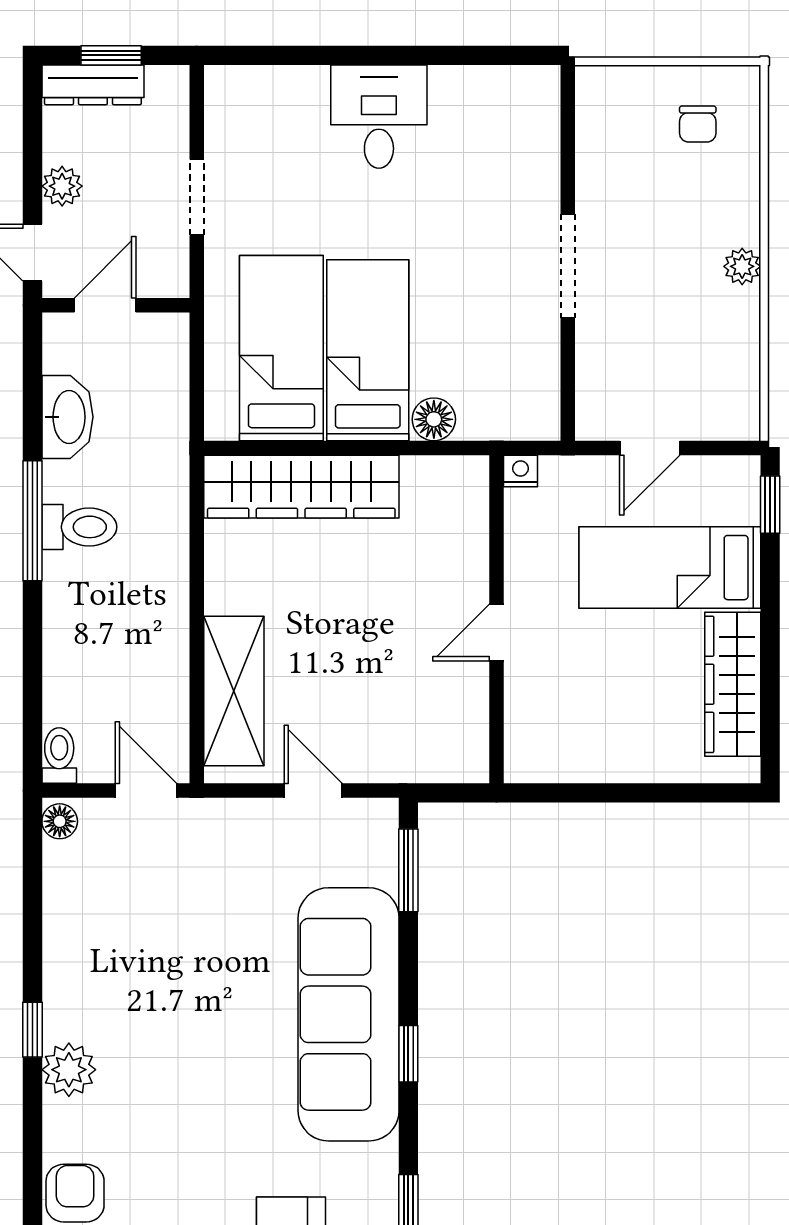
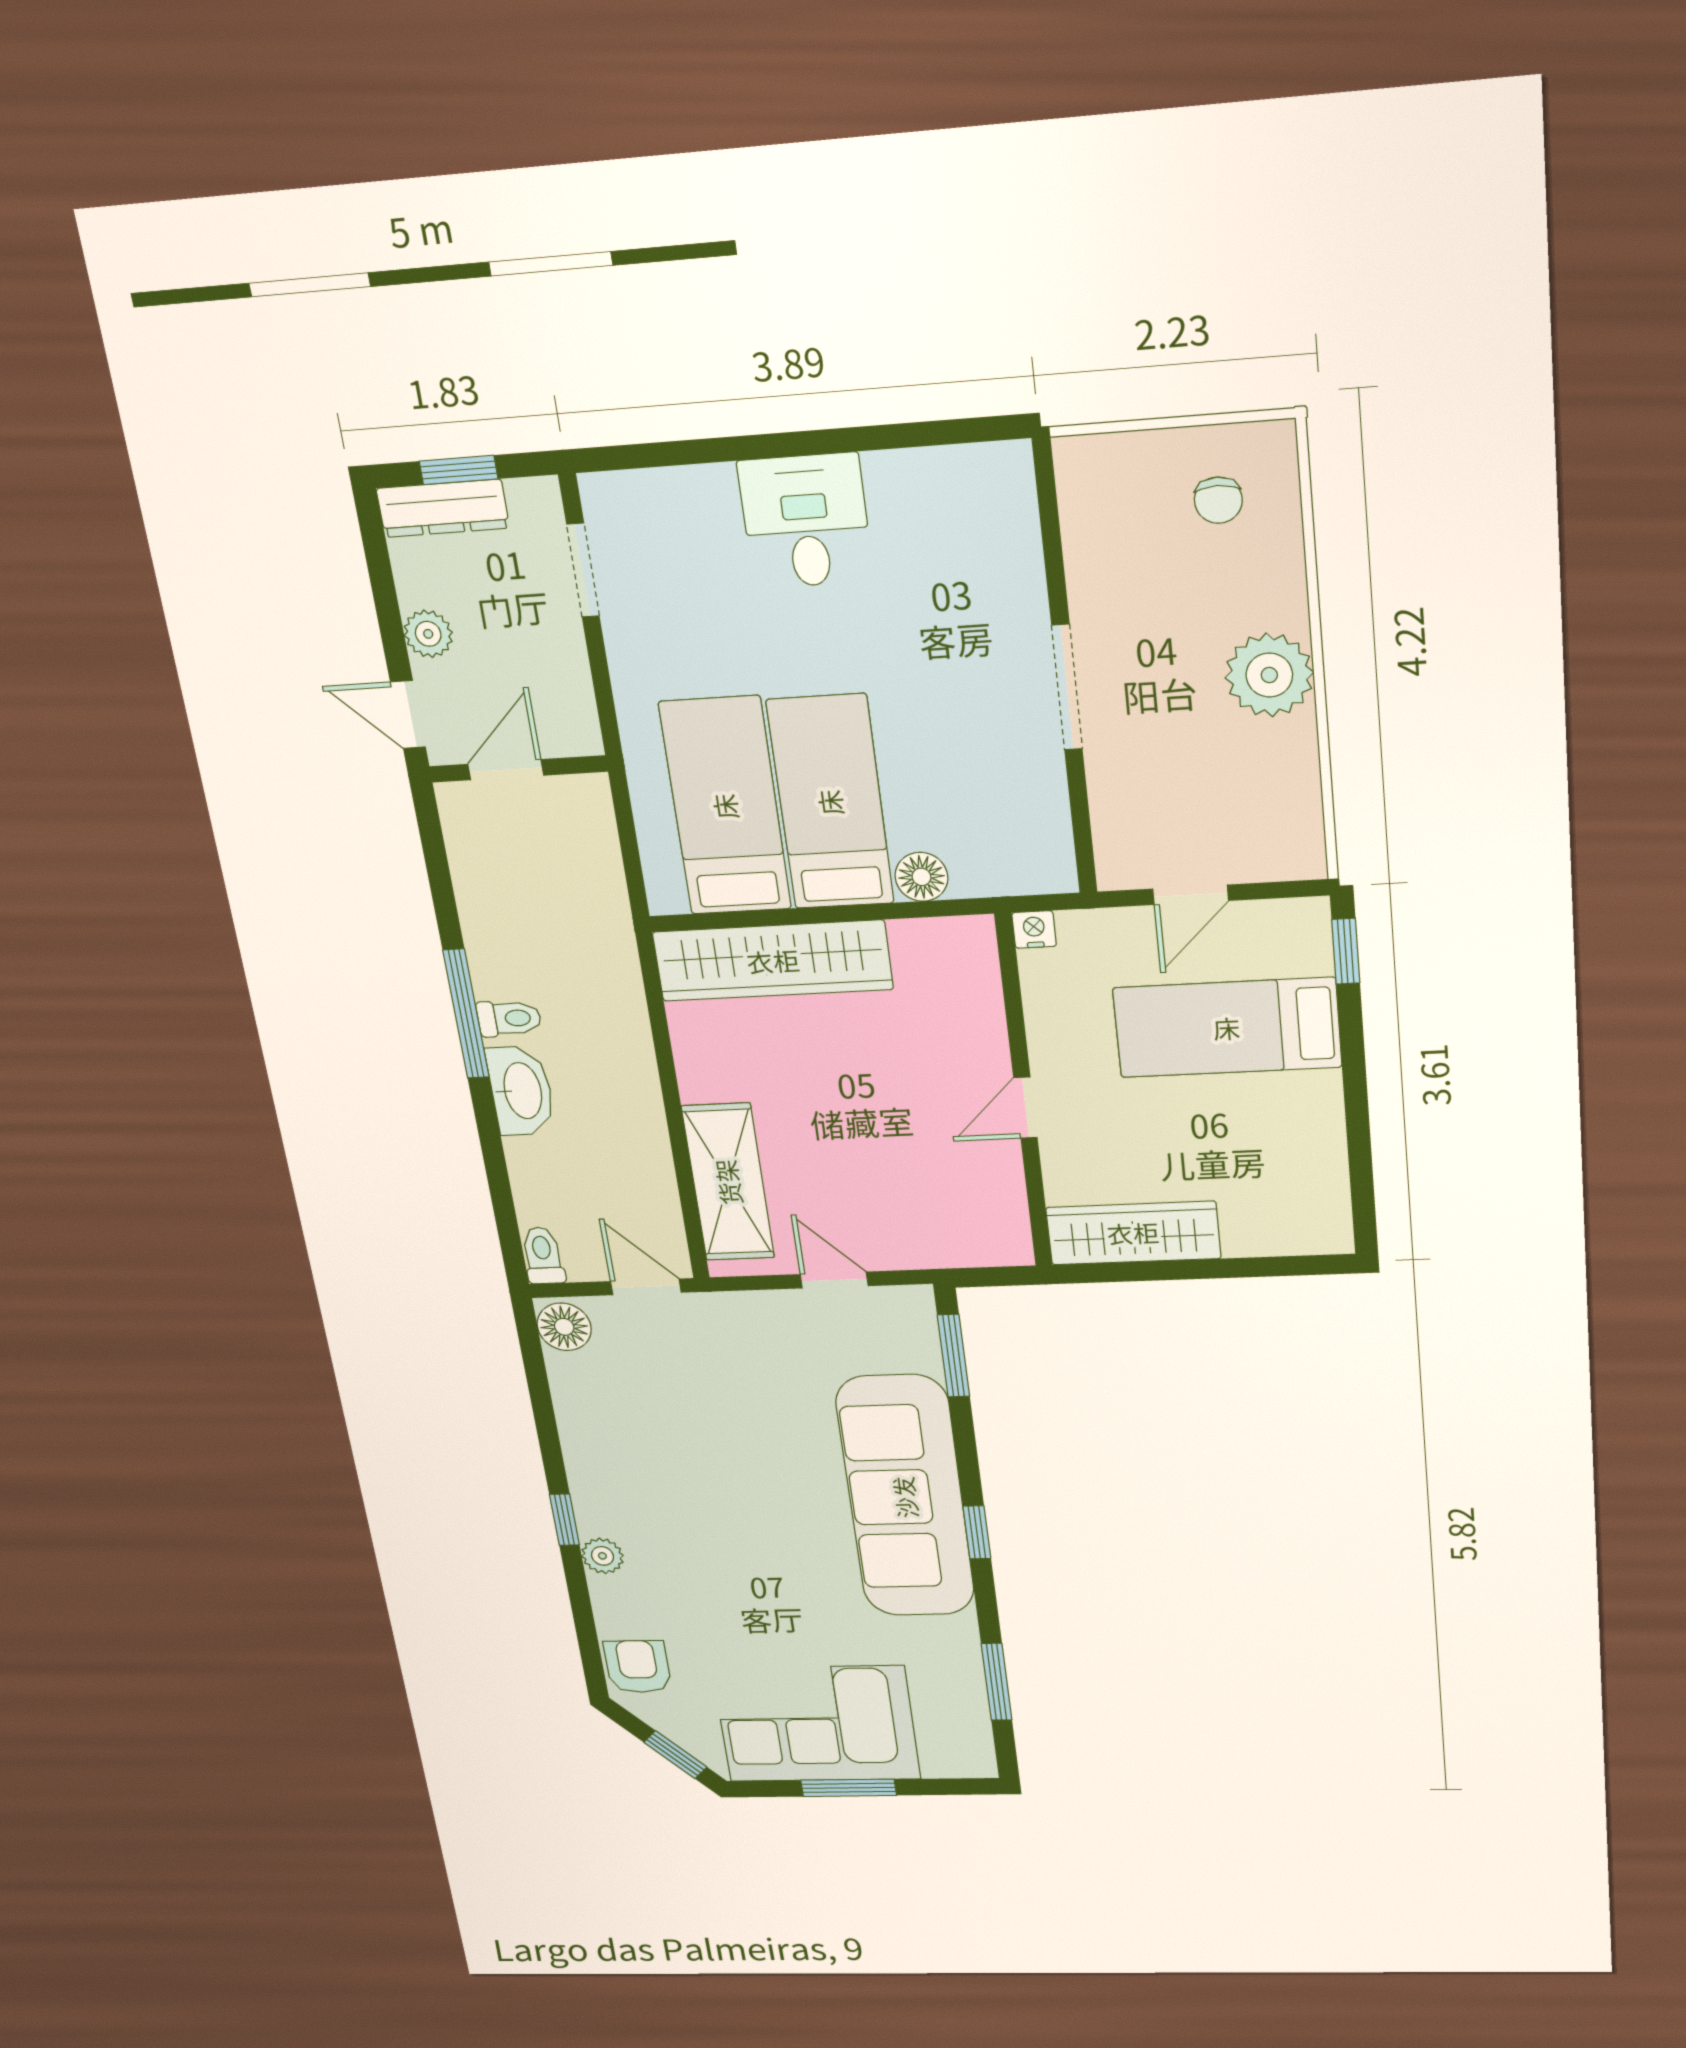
doorway: (197, 197) -> (583, 570), moved
plant: (742, 266) -> (1269, 675), width x1.88, depth x1.88
washbasin: (67, 417) -> (521, 1091), moved
toilet: (79, 527) -> (509, 1018), width x0.73, depth x0.72
wardrobe: (733, 684) -> (1133, 1233), moved, turned 90
floor lamp: (60, 821) -> (564, 1327), width x1.37, depth x1.37
plant: (69, 1070) -> (602, 1556), width x0.73, depth x0.73

